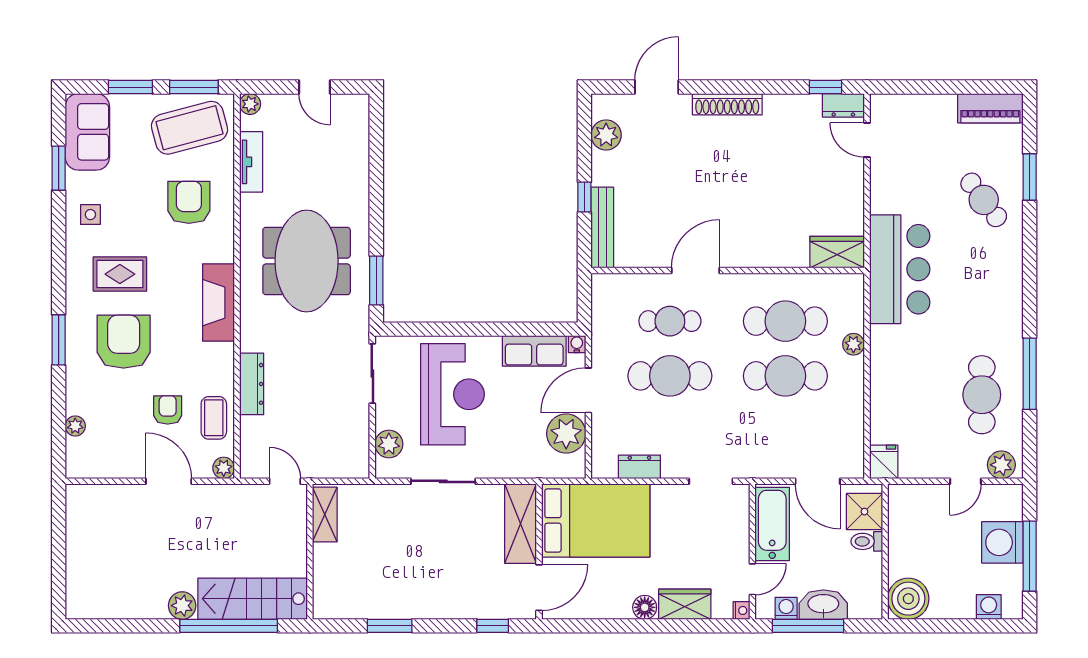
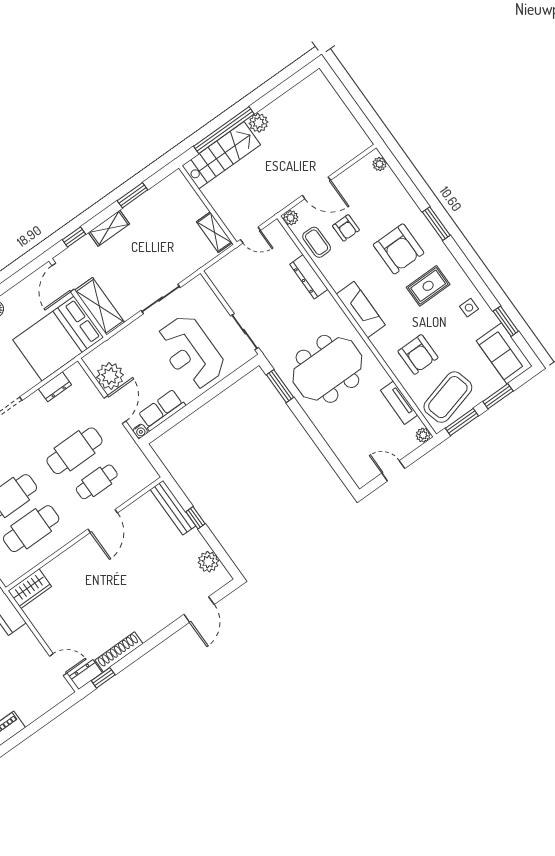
shoe rack: (727, 104) -> (119, 652), moved
meeting table: (307, 261) -> (327, 369), turned 90
plant: (75, 426) -> (380, 164), moved
plant: (389, 444) -> (207, 298), removed
shelving: (444, 607) -> (109, 228), added

